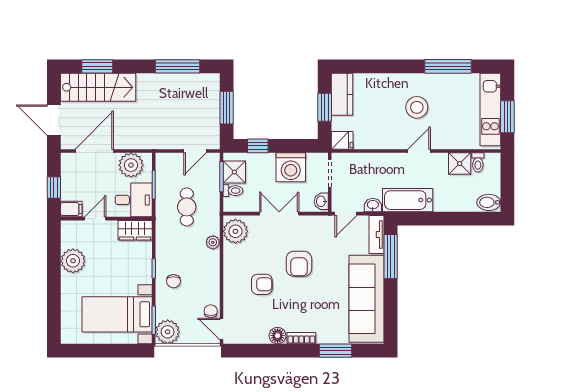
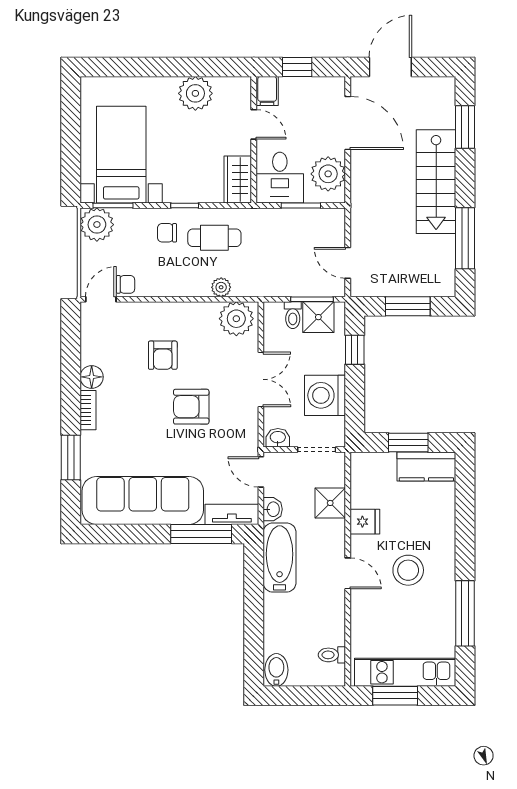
stairs: (98, 87) -> (436, 182), moved
fridge: (342, 140) -> (365, 522), moved, turned -90
shower: (460, 164) -> (330, 503), moved
cafe table: (187, 207) -> (214, 238), moved

